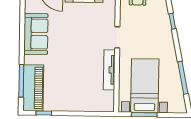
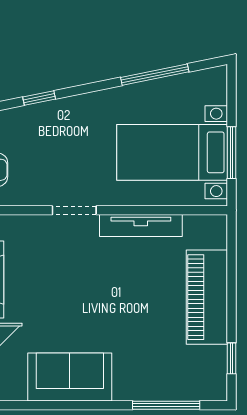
piano: (33, 88) -> (207, 297), moved, turned -90

